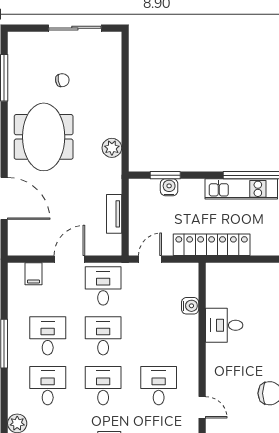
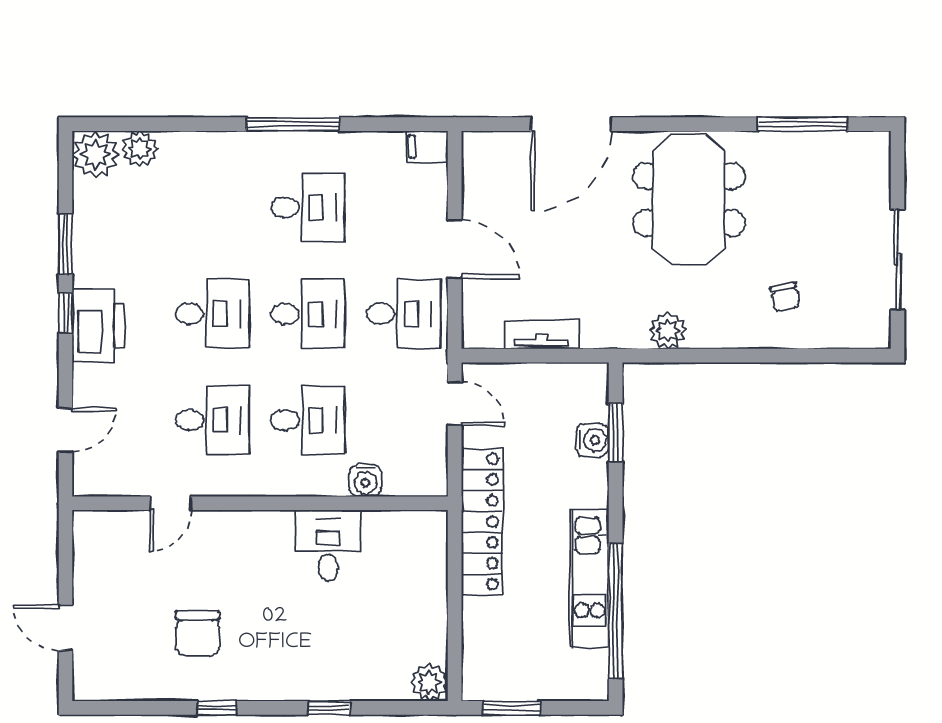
chair: (62, 80) -> (785, 297), moved
meeting table: (44, 137) -> (689, 200), turned 90
filing cabinet: (33, 274) -> (427, 147), moved
desk: (48, 386) -> (308, 420), moved

